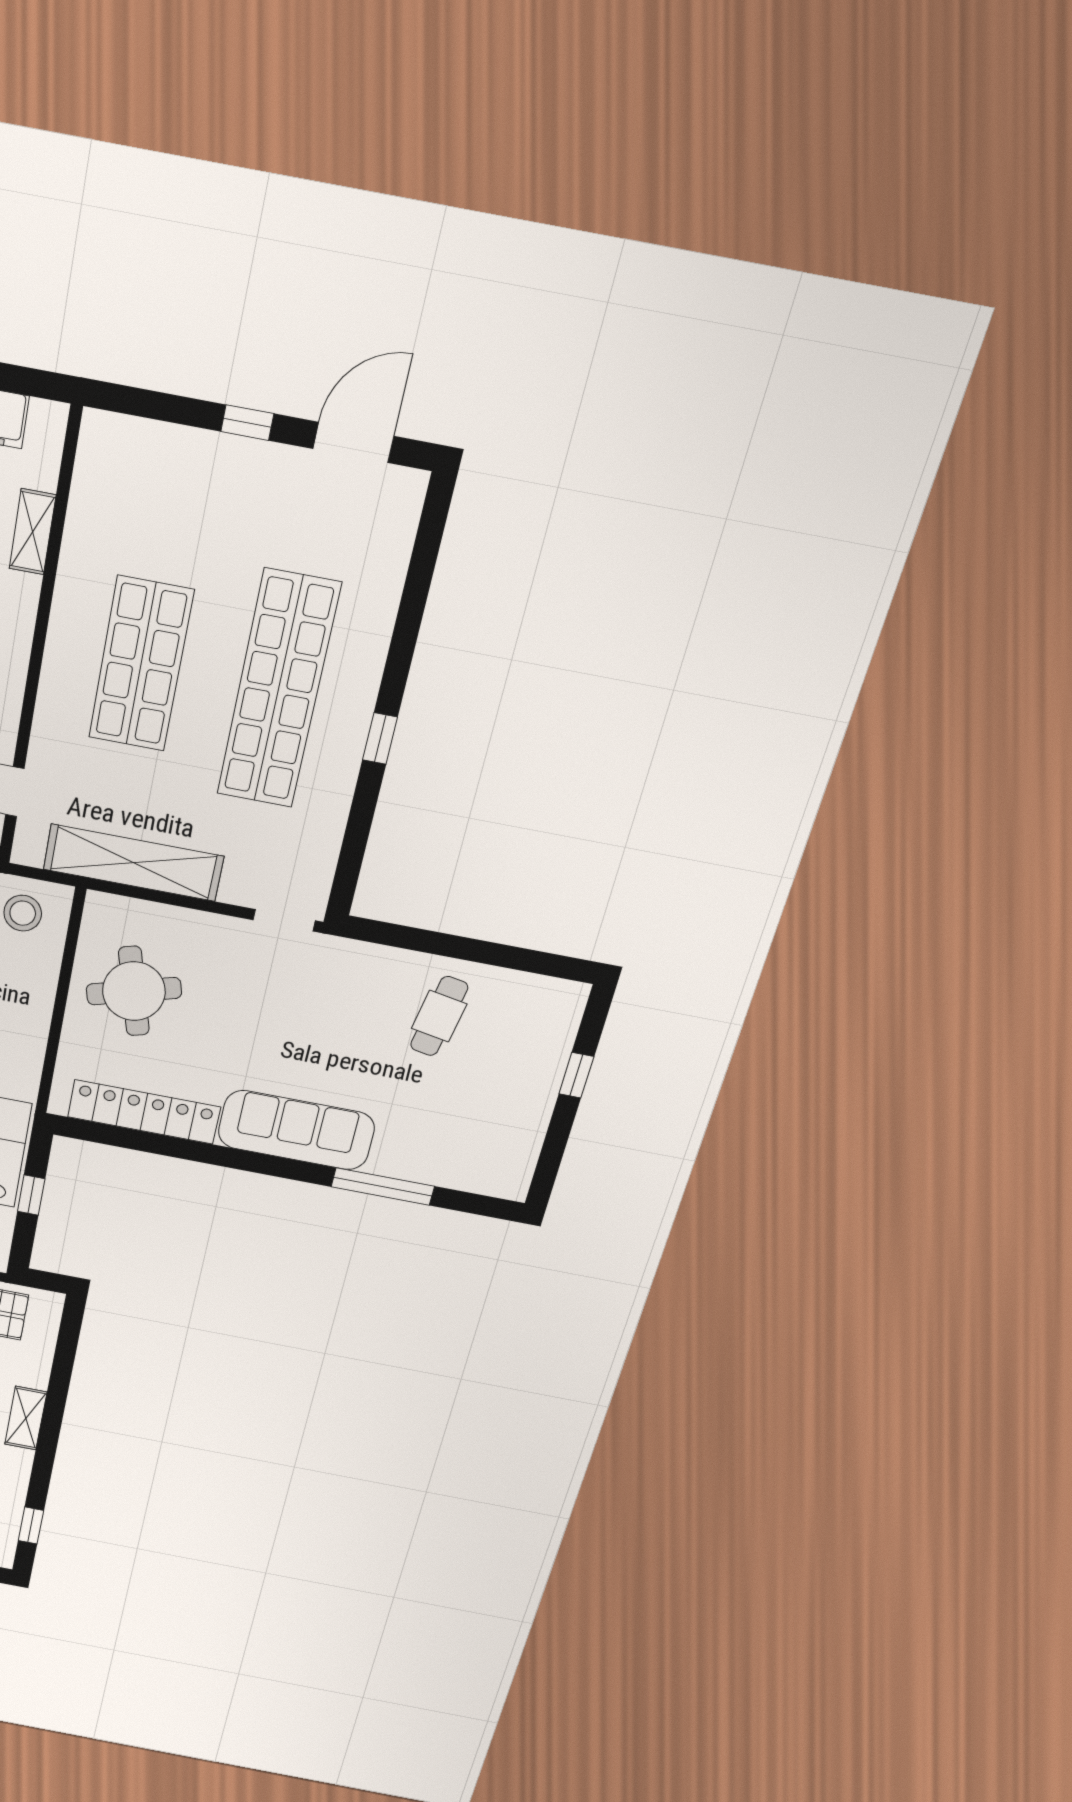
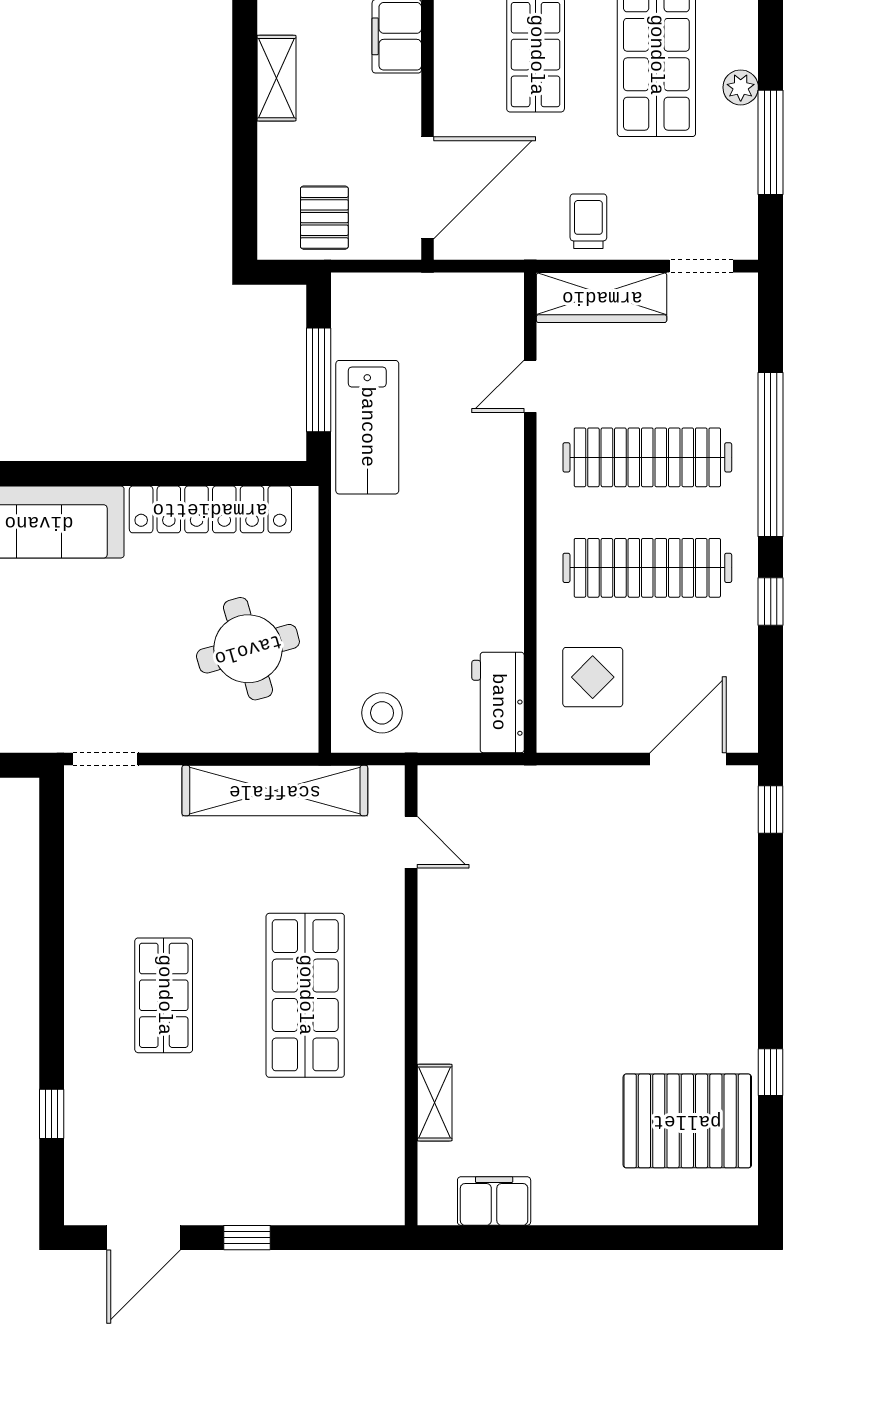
shop shelf: (278, 690) -> (164, 995), width x0.50, depth x0.74
window: (380, 738) -> (52, 1114), moved
window: (31, 1195) -> (319, 380), width x2.17

